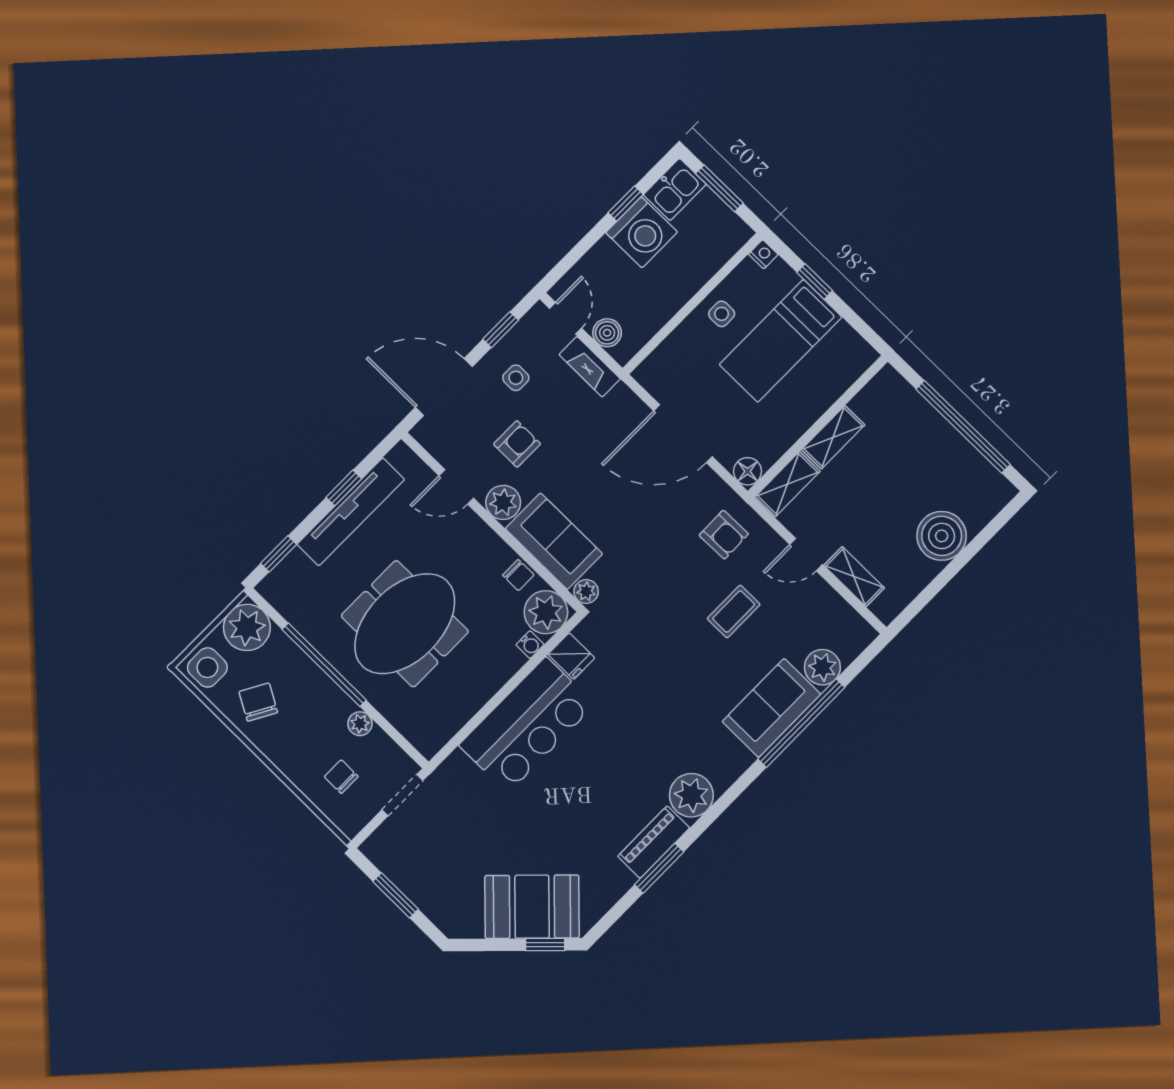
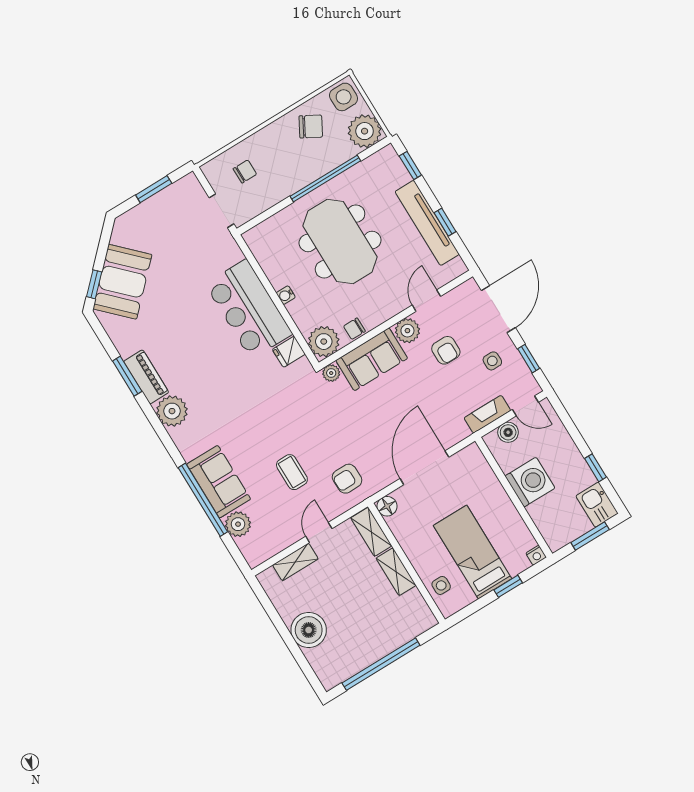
washing machine: (642, 232) -> (530, 482), moved, turned 180
side table: (722, 314) -> (441, 585), moved
water cooler: (530, 645) -> (286, 295), moved
plant: (360, 724) -> (278, 193), removed

